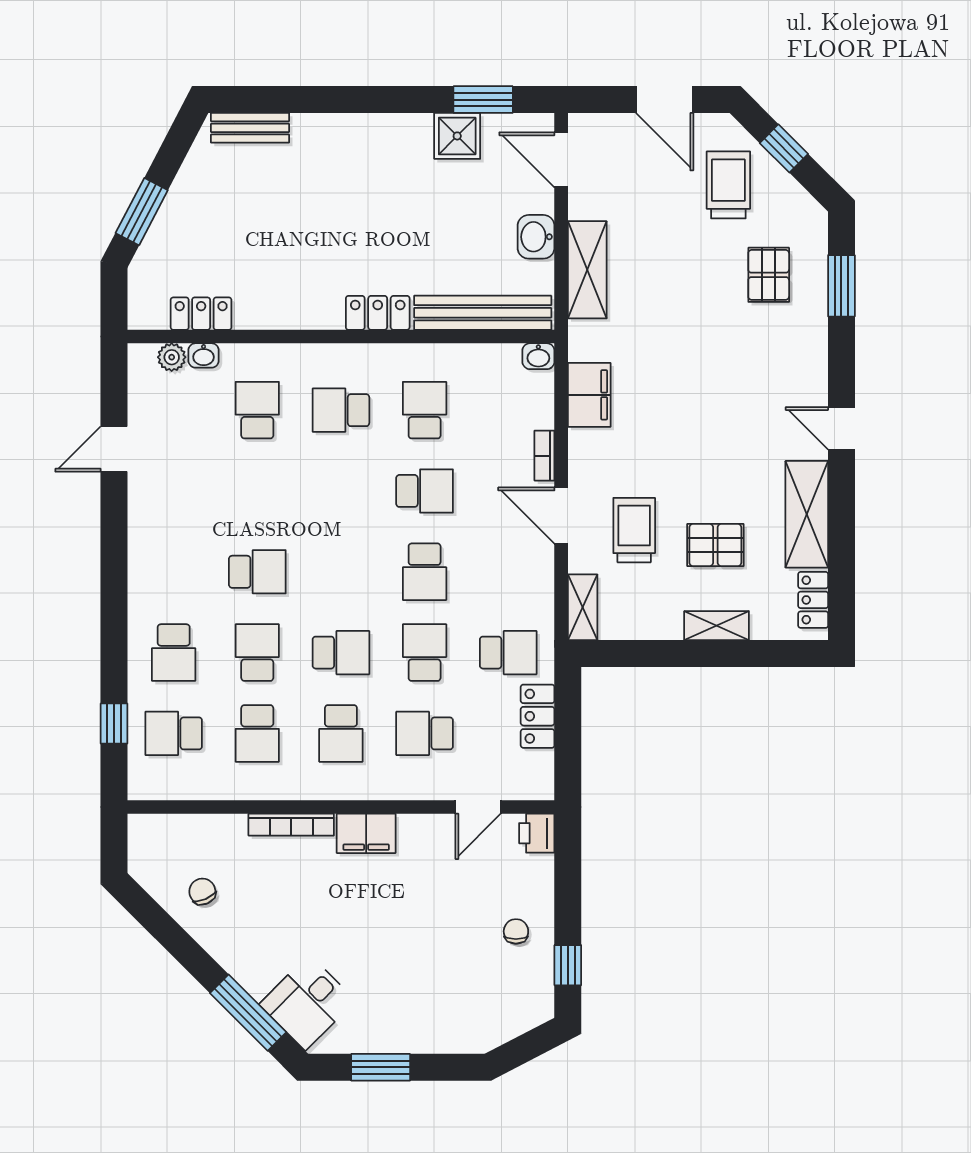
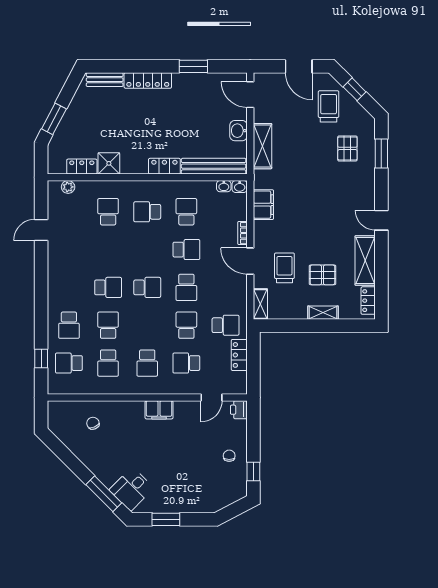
window: (483, 100) -> (193, 66), moved
locker: (342, 130) -> (148, 80), added
shower: (457, 136) -> (109, 163), moved
washbasin: (204, 355) -> (224, 186), moved
school desk: (341, 653) -> (147, 287), moved
bookcase: (291, 825) -> (124, 406), removed
chair: (202, 892) -> (93, 423), moved

